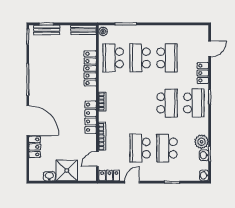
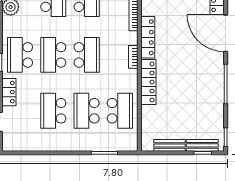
bench: (84, 30) -> (170, 145), moved
plant: (103, 31) -> (132, 144), removed
school desk: (140, 58) -> (87, 111), turned 180
locker: (90, 68) -> (148, 82), moved
school desk: (140, 103) -> (87, 55), added

